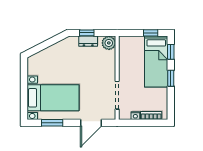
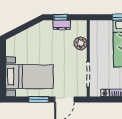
plant: (109, 43) -> (81, 43), moved
window: (52, 123) -> (39, 99), moved

